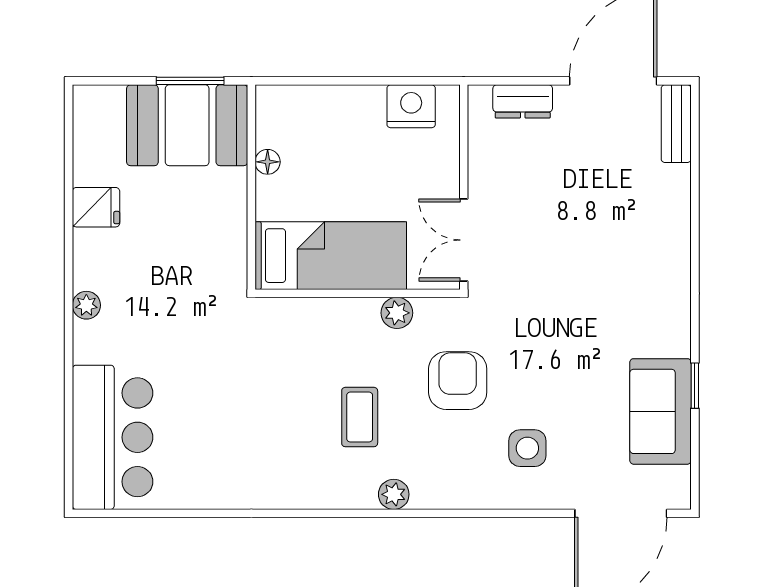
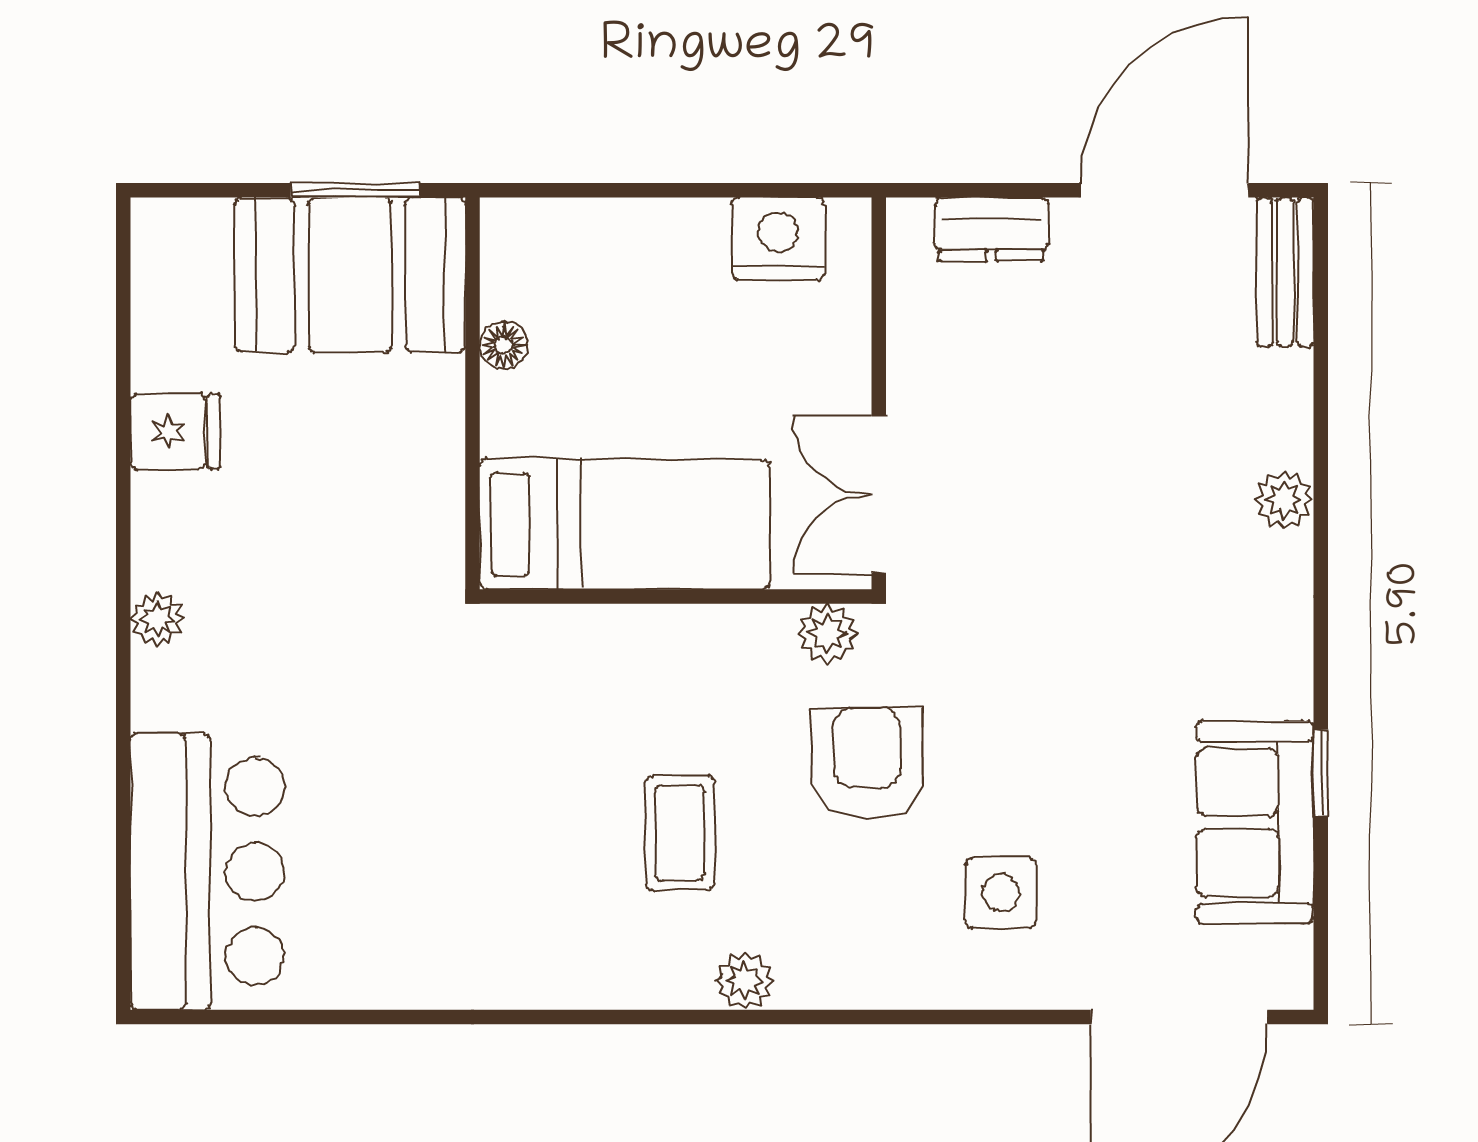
plant: (676, 243) -> (1284, 500), added
plant: (397, 313) -> (827, 634), moved

